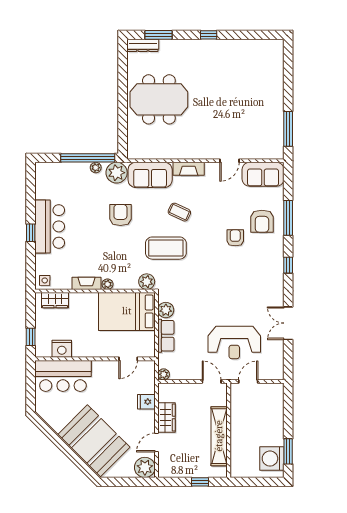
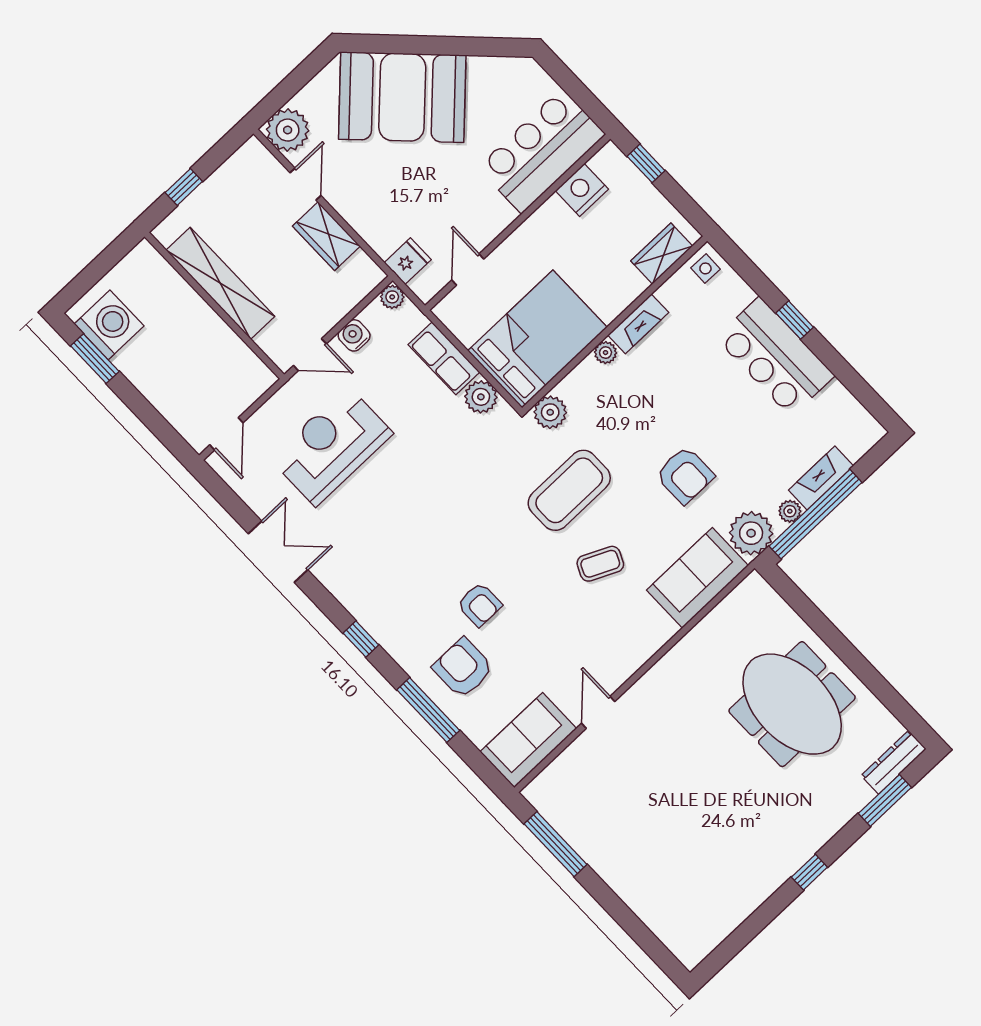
meeting table: (159, 99) -> (792, 704), turned 90
fireplace: (189, 169) -> (821, 478), moved
water cooler: (190, 374) -> (354, 335), added
door: (248, 381) -> (226, 434), moved
fridge: (146, 402) -> (408, 261), moved

